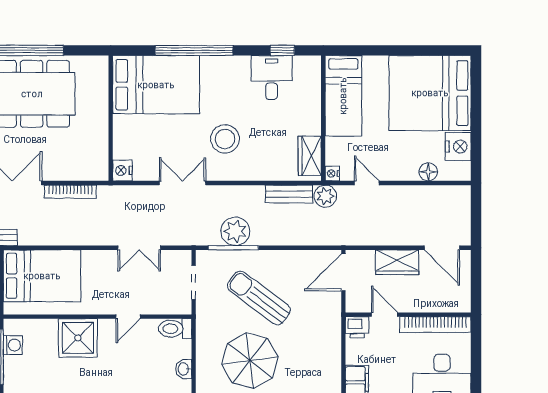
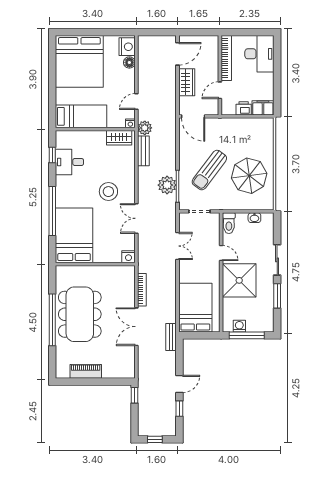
nightstand: (458, 147) -> (127, 47), moved, turned 90
printer: (357, 327) -> (244, 108), moved, turned -90
shower: (78, 338) -> (239, 280), width x1.37, depth x1.37

